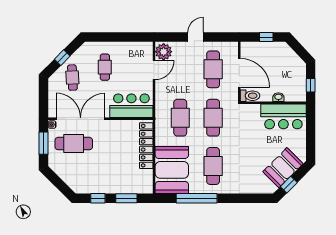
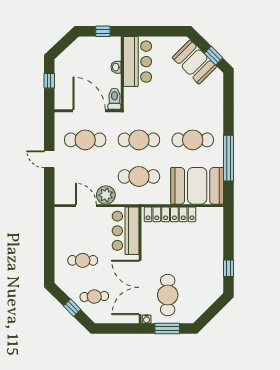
plant: (164, 52) -> (106, 195), moved
door: (239, 73) -> (89, 111), hinge flipped
window: (126, 198) -> (229, 236), removed

